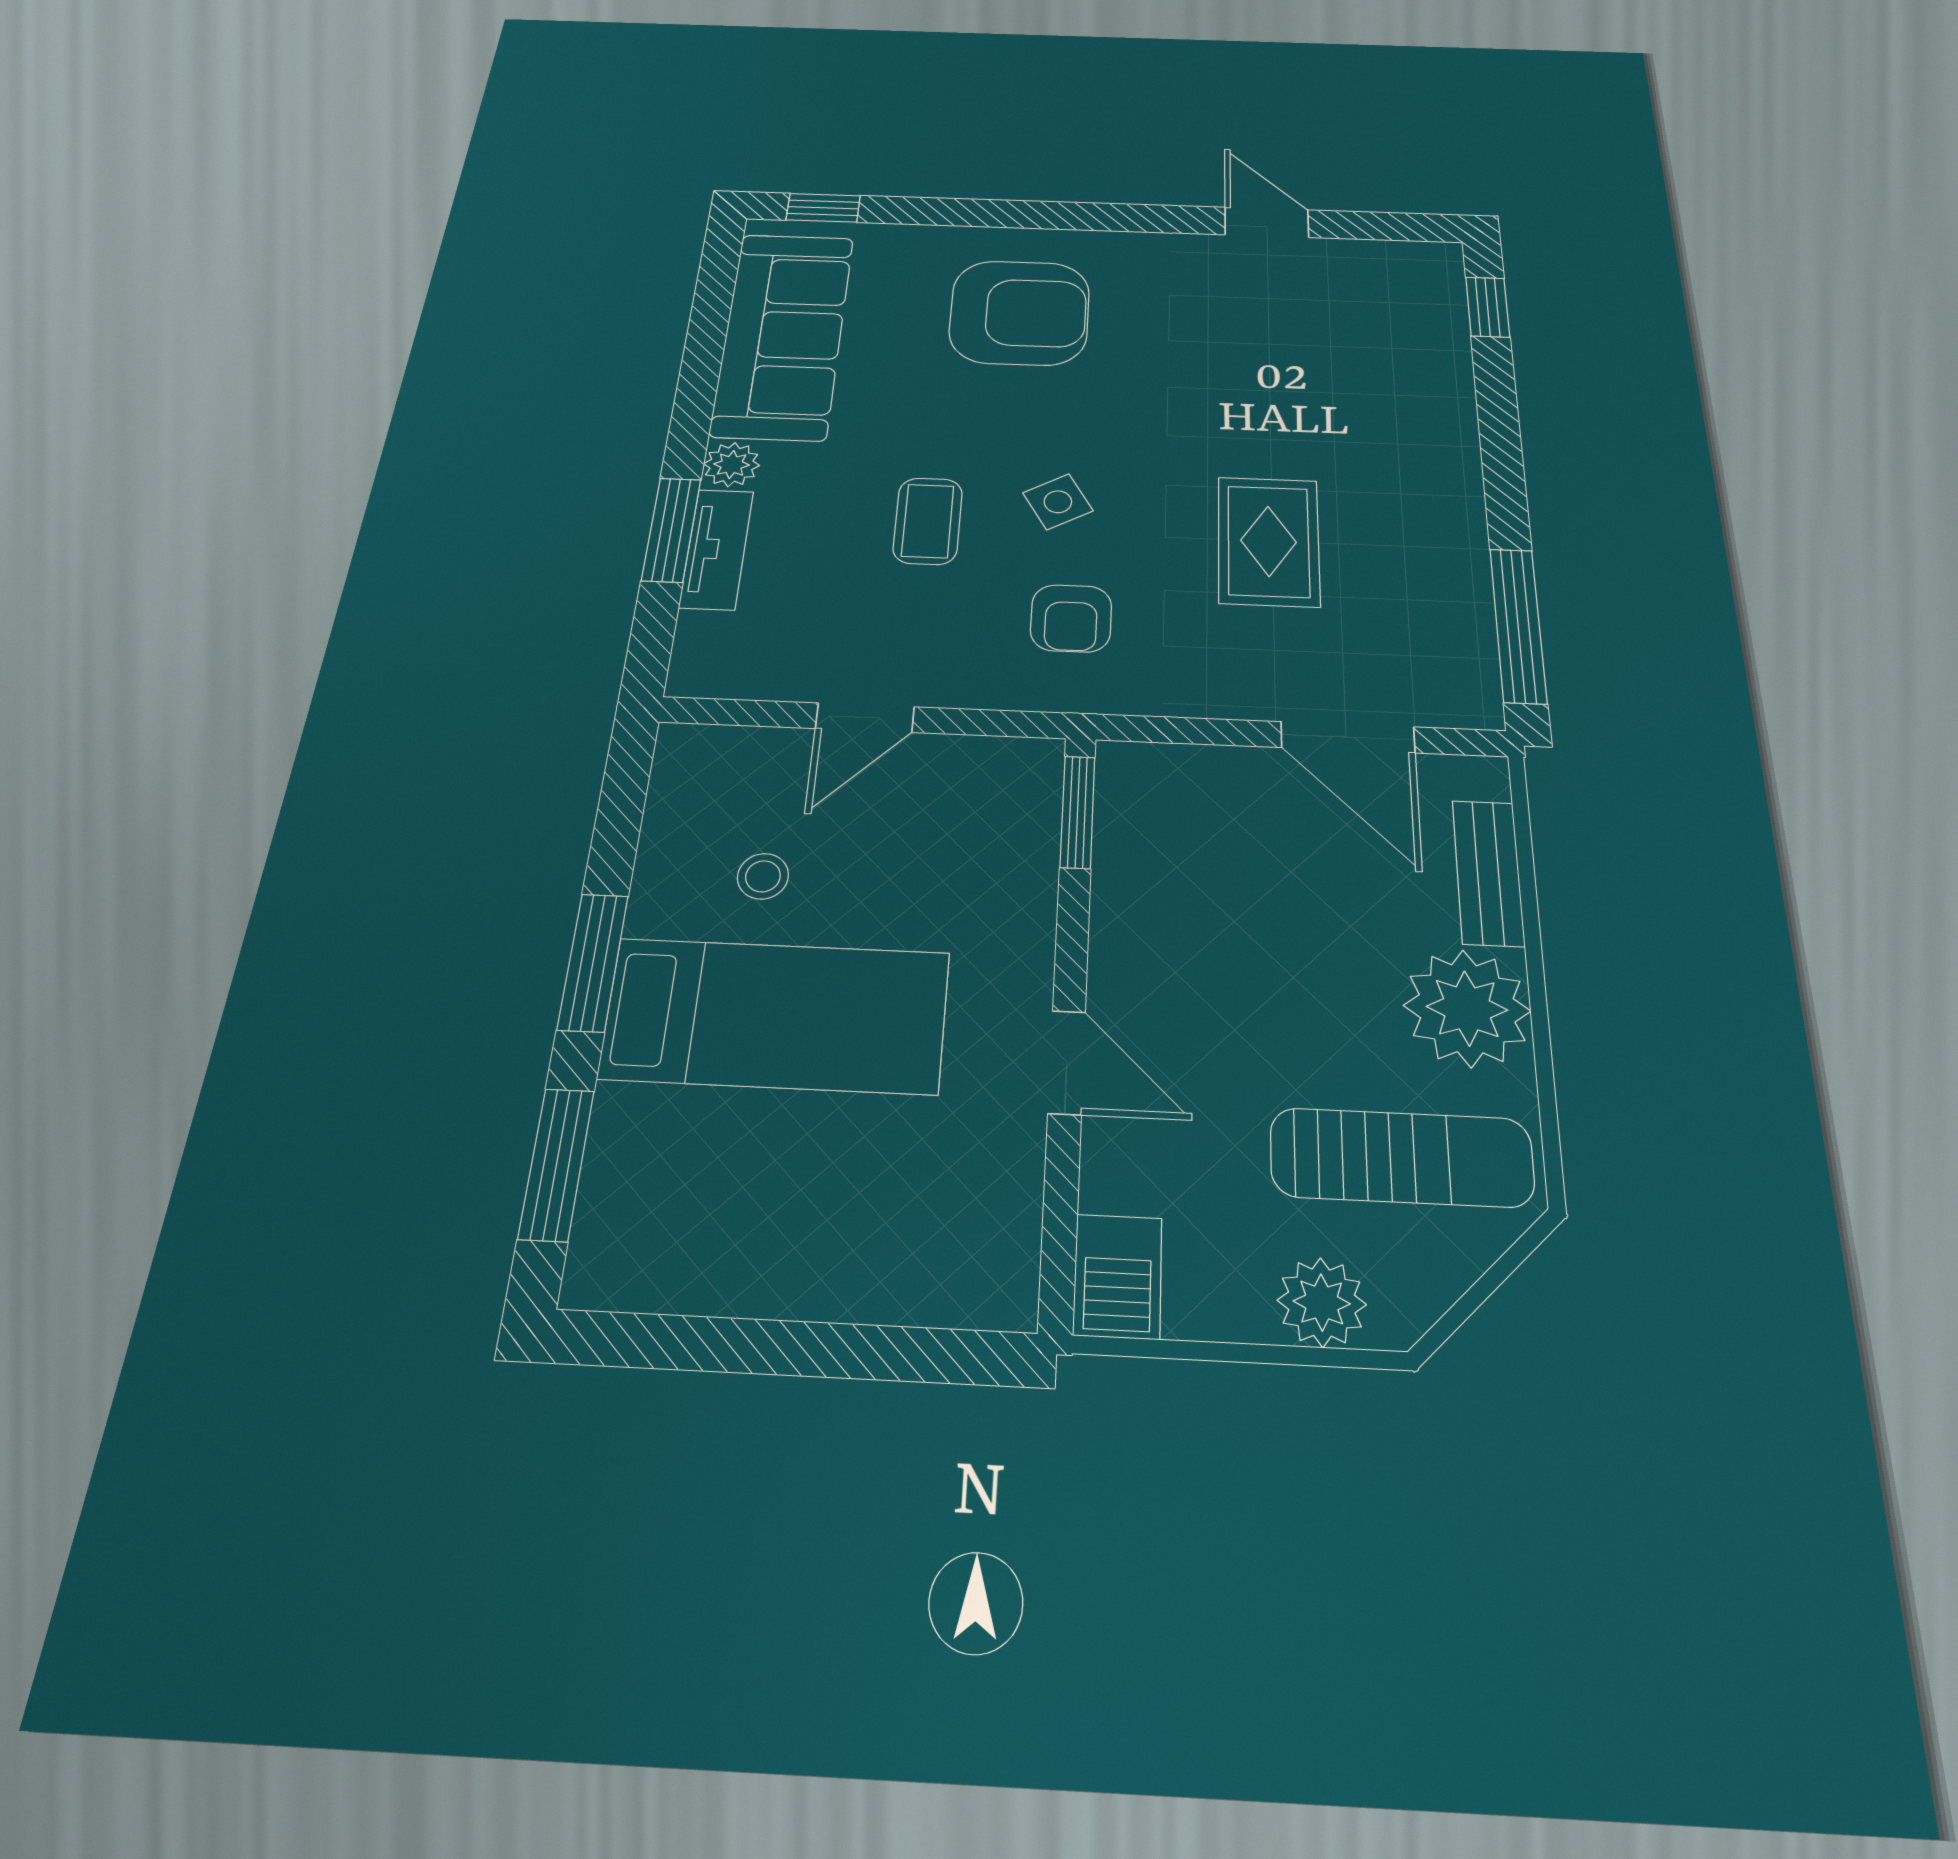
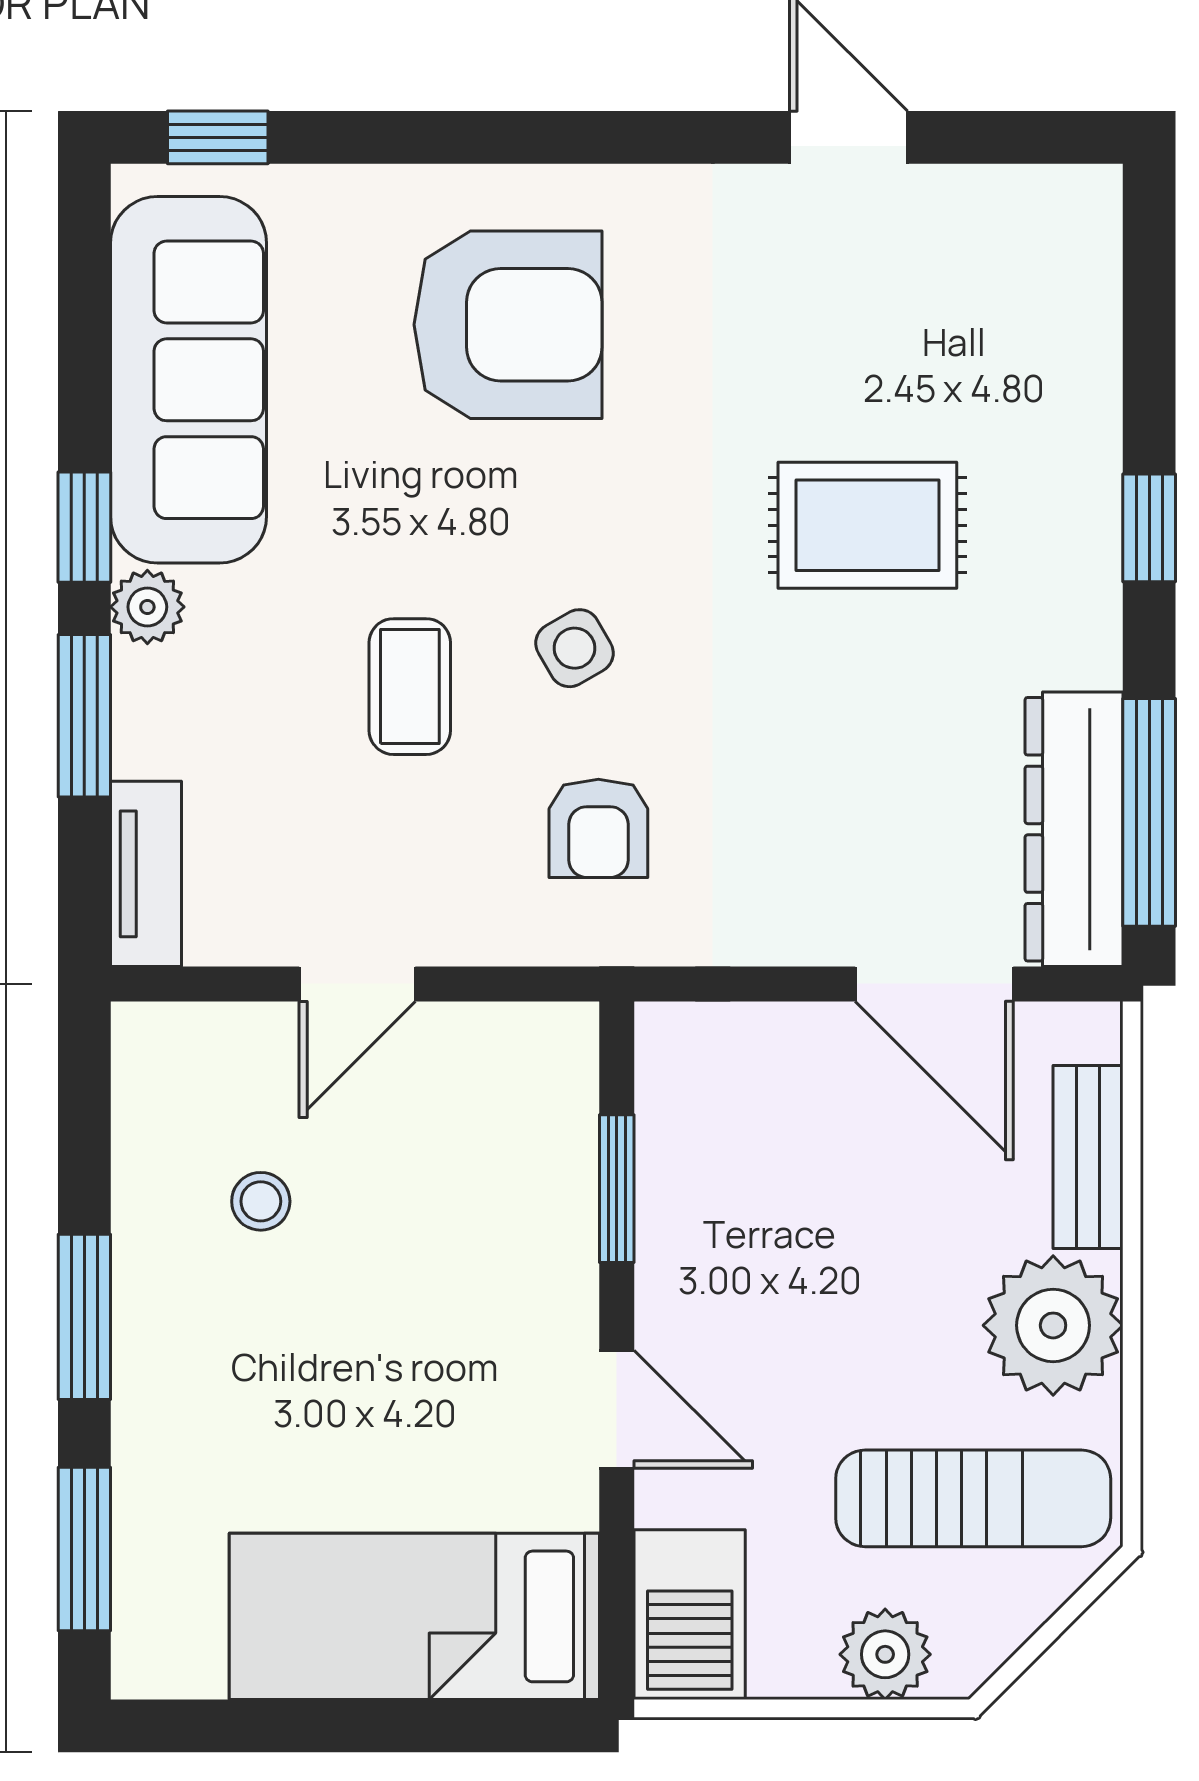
window: (1488, 307) -> (1149, 528), moved
window: (692, 415) -> (84, 527), added
rug: (1268, 541) -> (867, 525), moved, turned 90
tv unit: (716, 549) -> (146, 874), moved
dresser: (1458, 634) -> (1074, 829), added
window: (1078, 812) -> (617, 1189), moved
bed: (776, 1015) -> (414, 1616), moved, turned 180
barbecue: (1118, 1276) -> (690, 1615), width x1.38, depth x1.27

